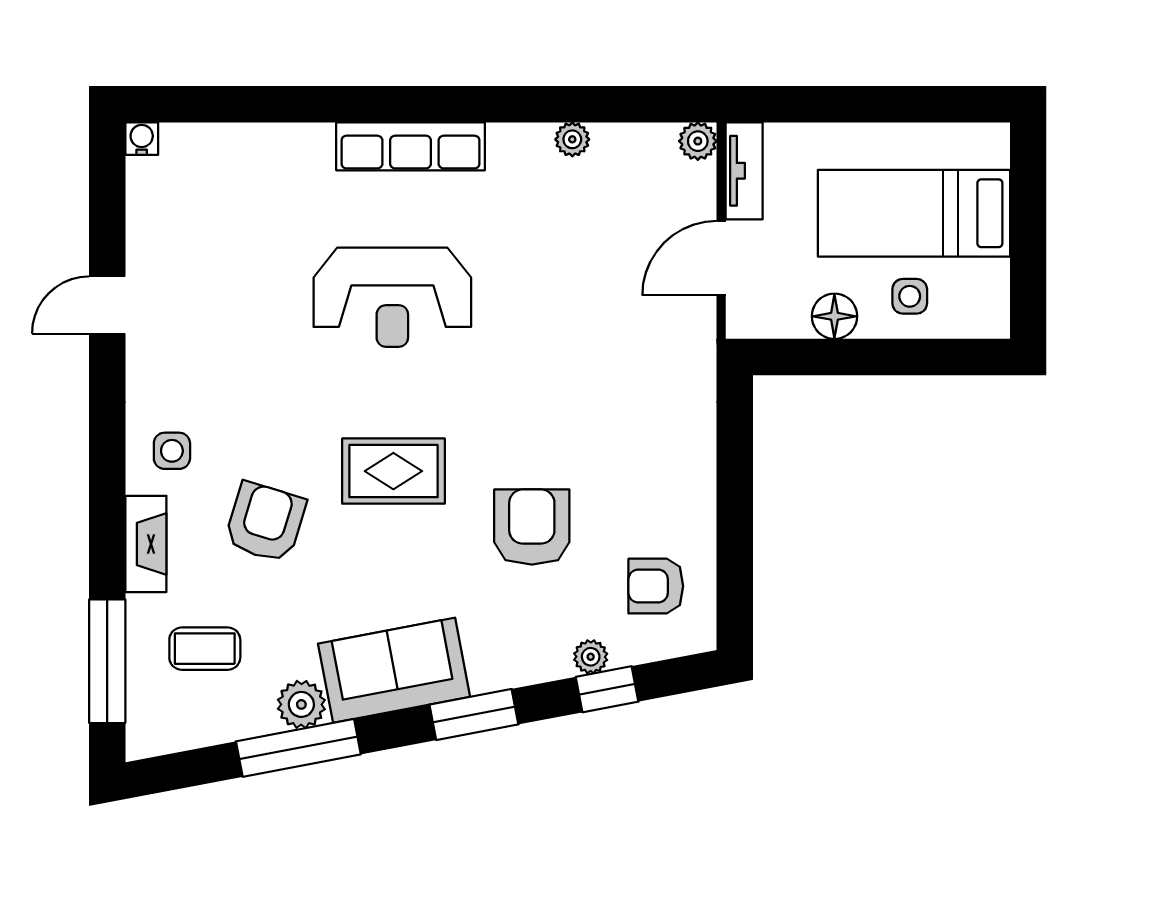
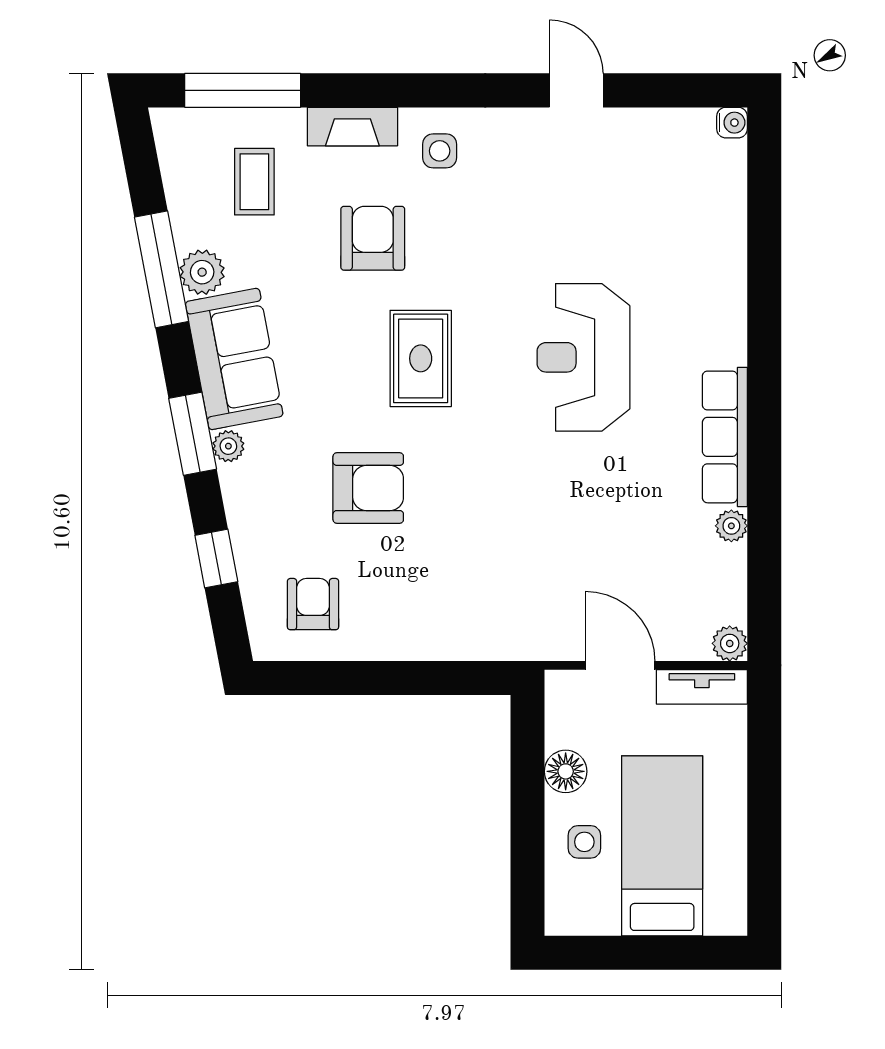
row of seats: (411, 146) -> (725, 437), moved
armchair: (265, 522) -> (373, 238), turned -107
plant: (591, 657) -> (228, 446), moved

